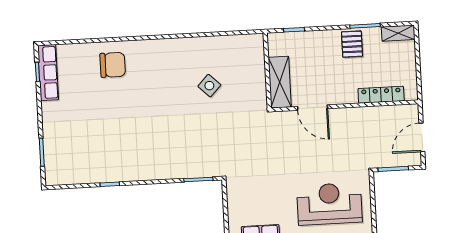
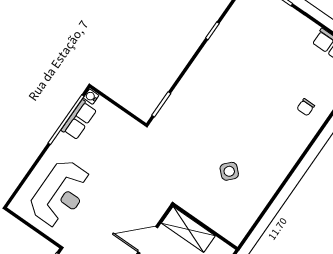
chair: (113, 65) -> (306, 107), width x0.54, depth x0.54

